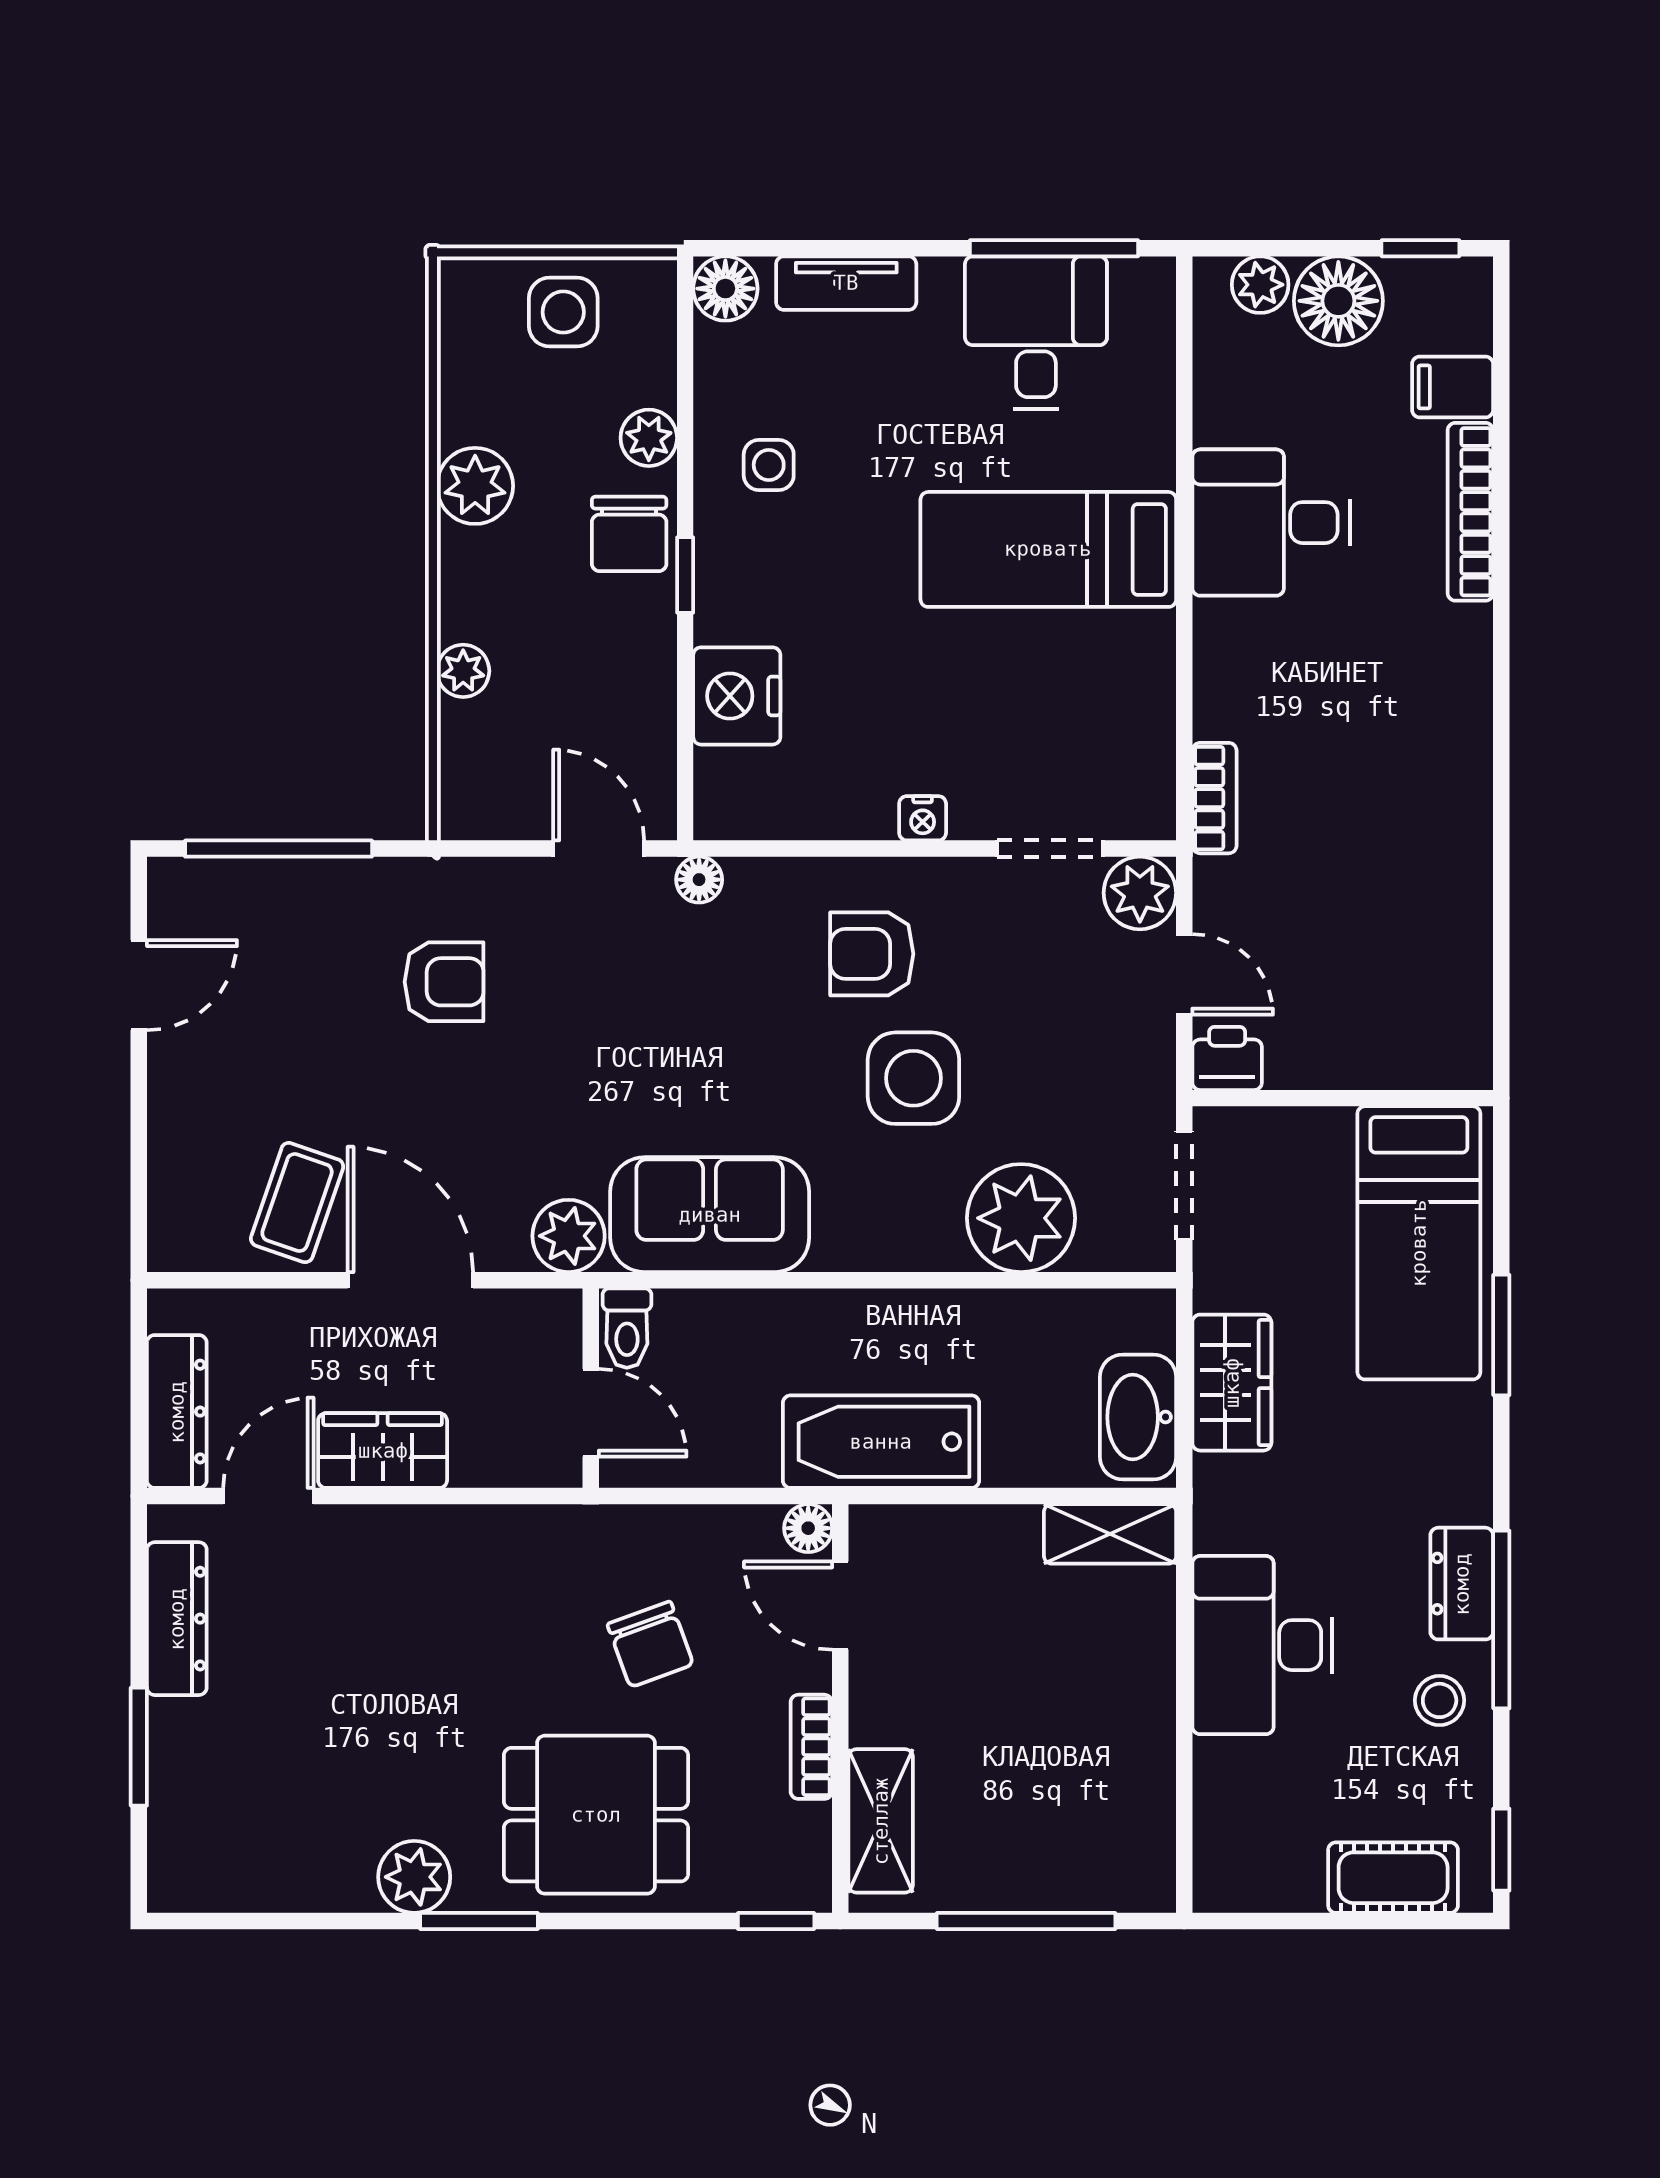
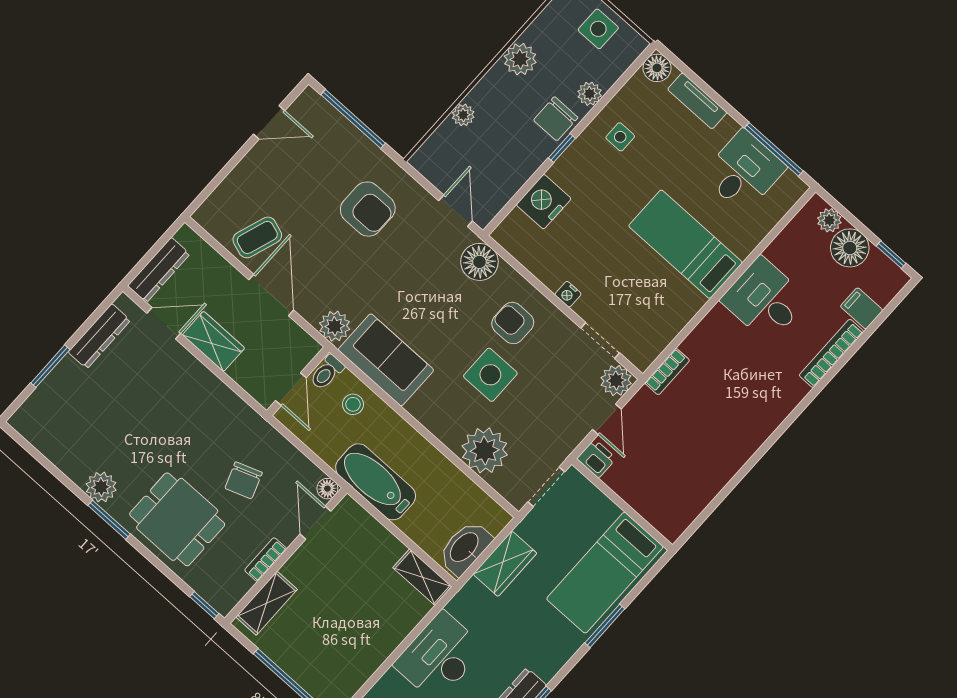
floor lamp: (699, 880) -> (479, 262), width x1.89, depth x1.89
armchair: (444, 982) -> (368, 209), width x1.38, depth x1.38
stool: (722, 1343) -> (353, 404), added

